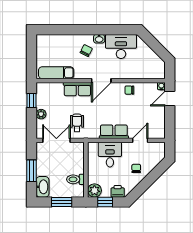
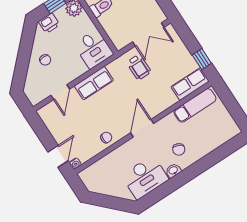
row of seats: (77, 89) -> (190, 84), moved
plant: (41, 114) -> (182, 52), removed
desk: (110, 155) -> (94, 49), moved

